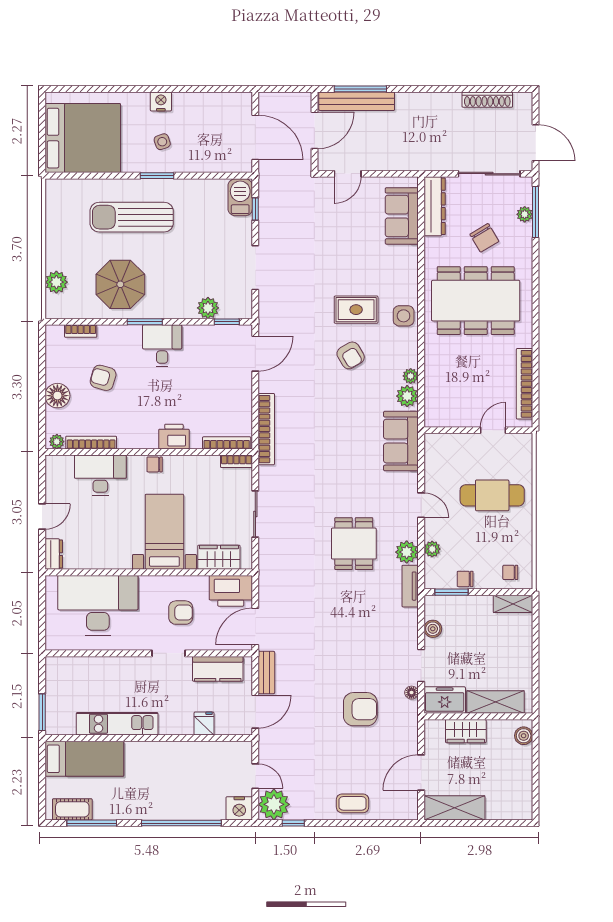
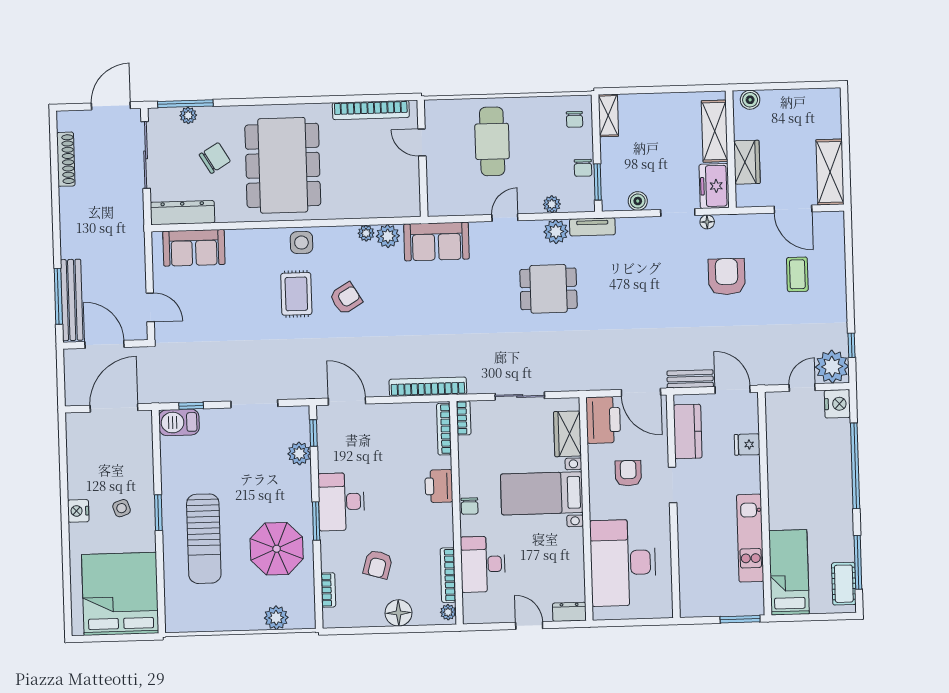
desk: (162, 346) -> (341, 502), width x1.37
coffee table: (353, 803) -> (797, 274), moved

